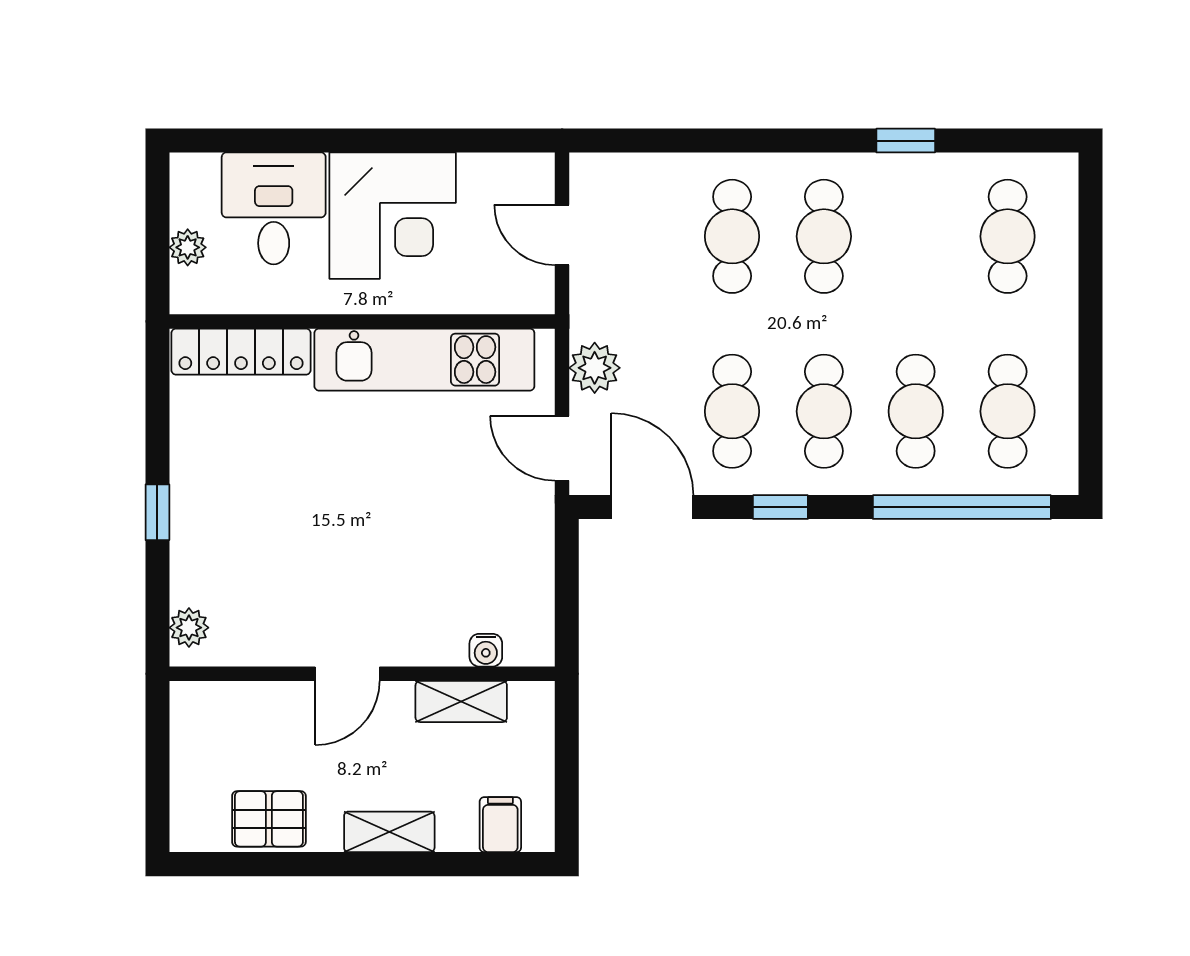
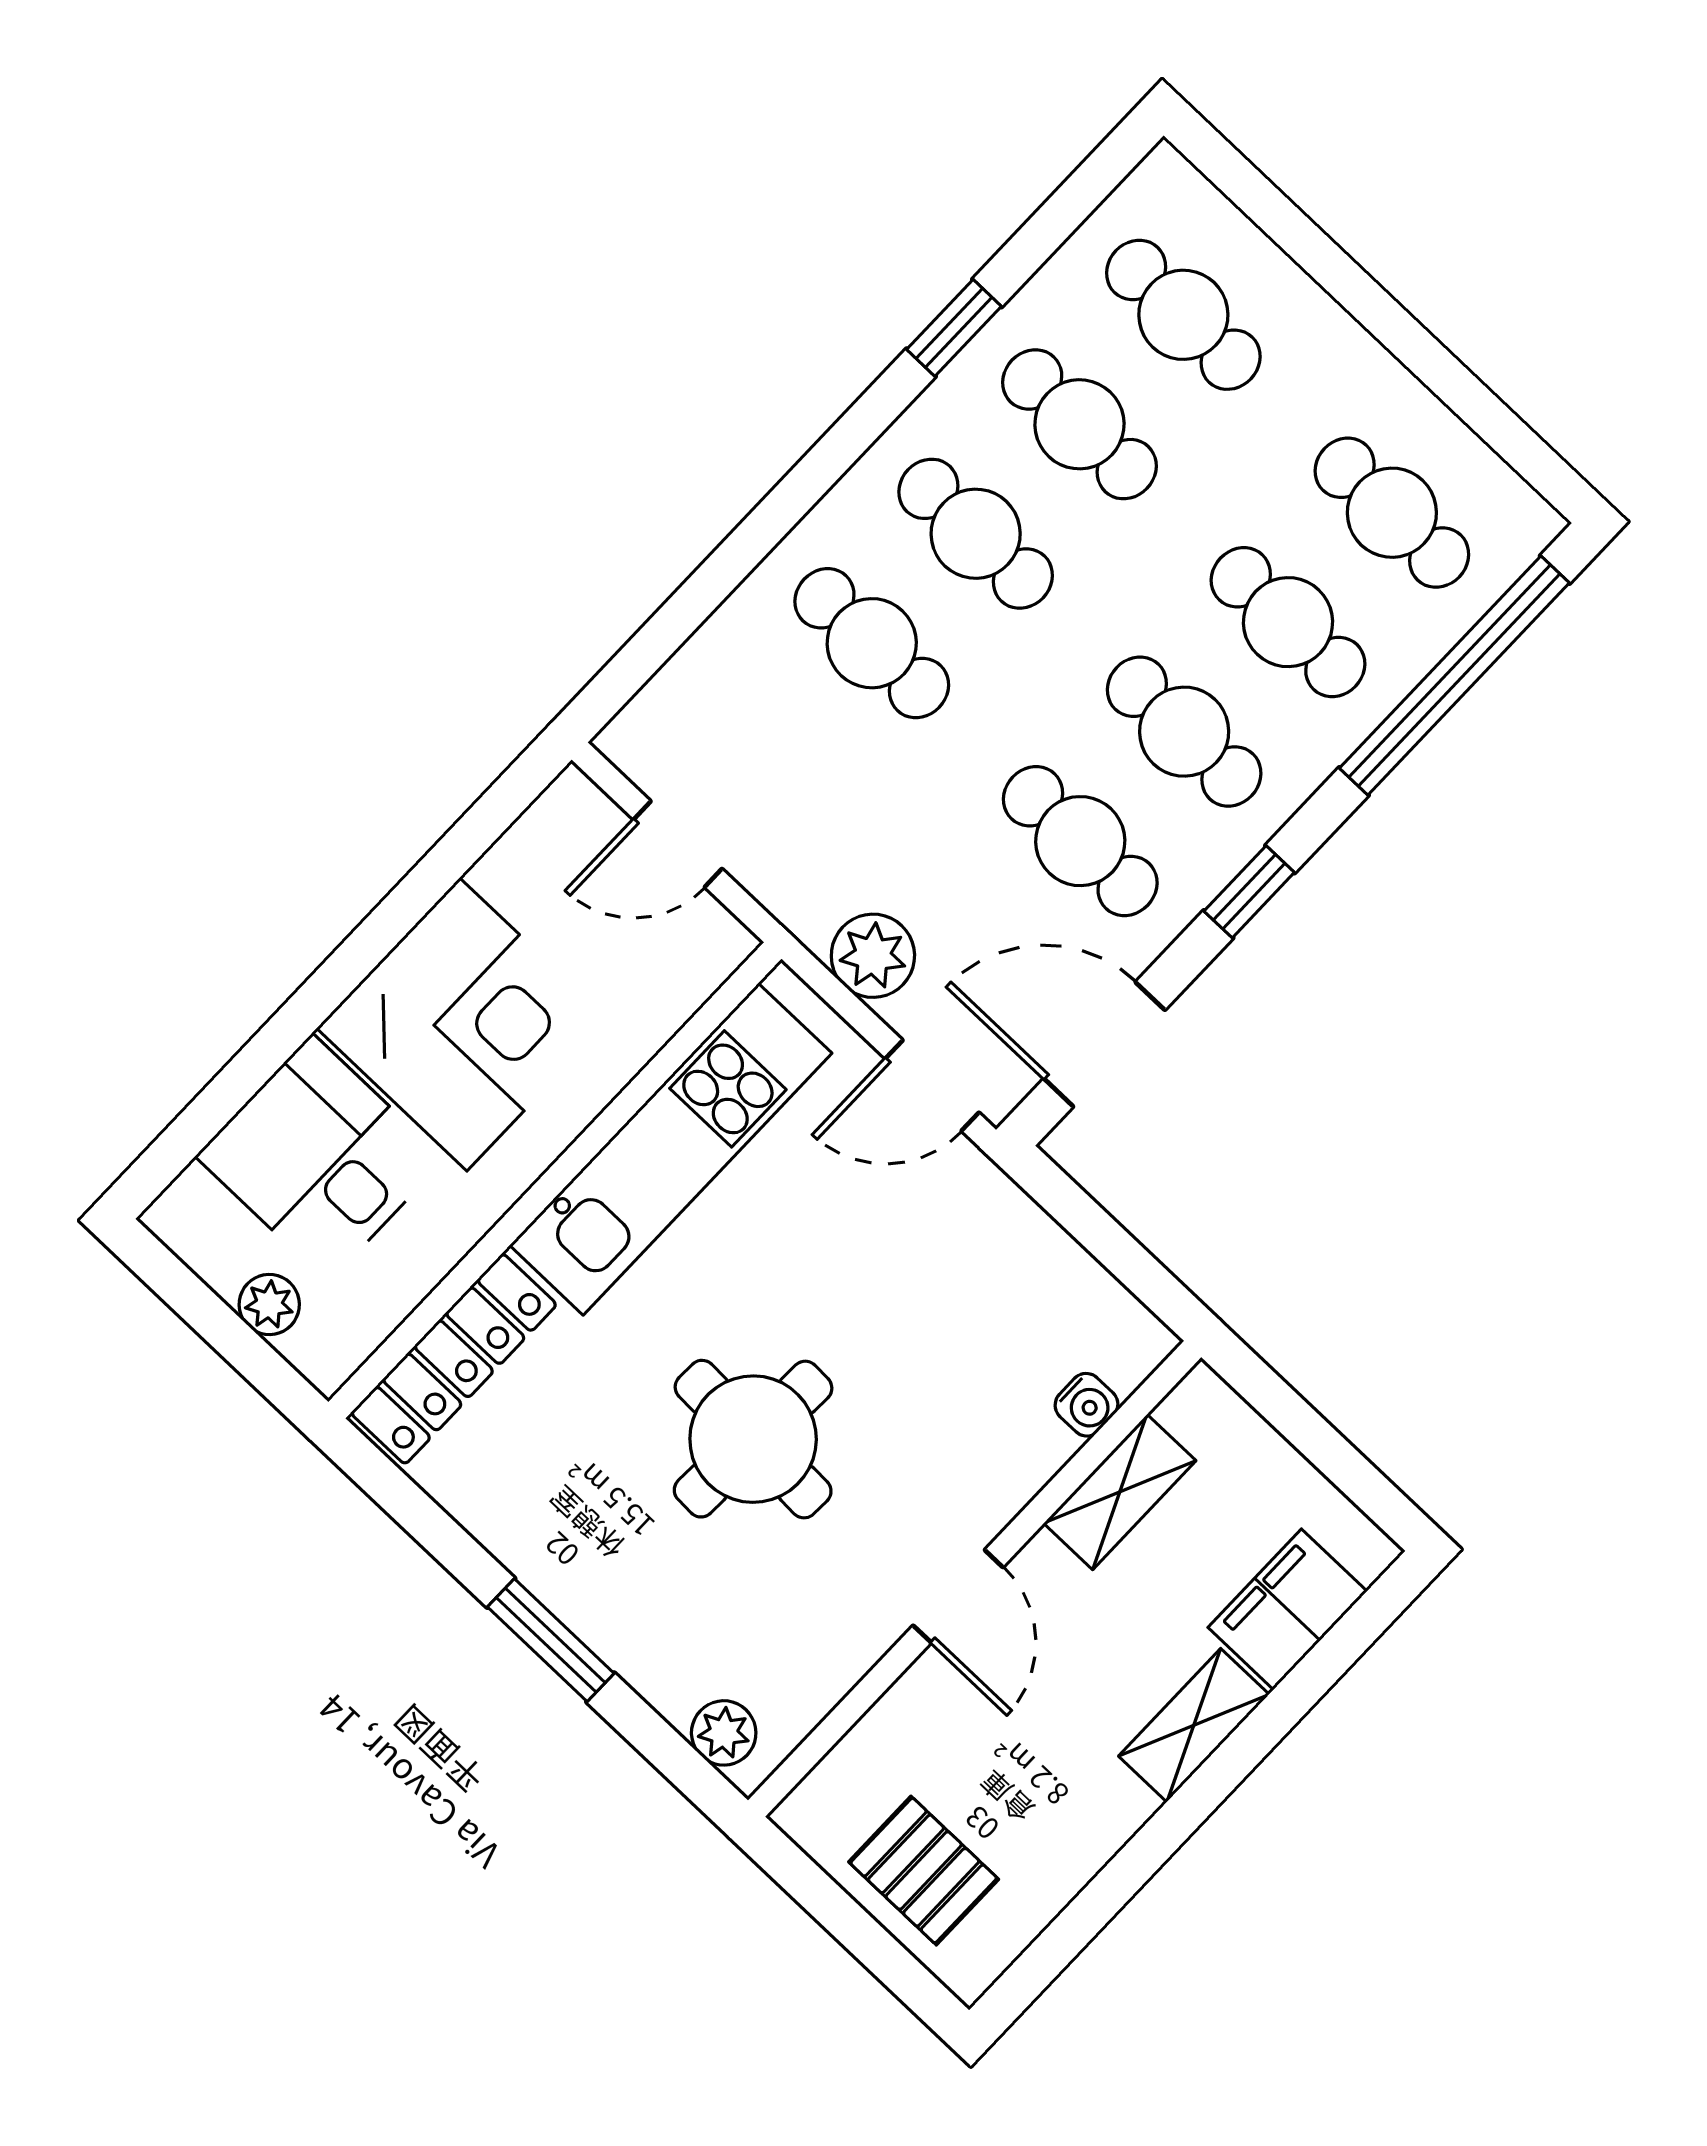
cafe table: (916, 236) -> (1079, 424), added
window: (157, 512) -> (551, 1640), width x1.50
round table: (331, 517) -> (753, 1439), added
pallet: (269, 819) -> (924, 1871), moved, turned 90
filing cabinet: (500, 825) -> (1287, 1609), width x2.00

